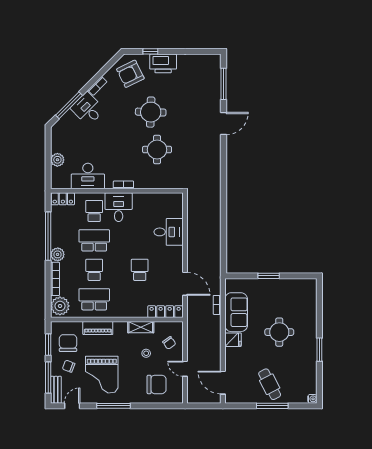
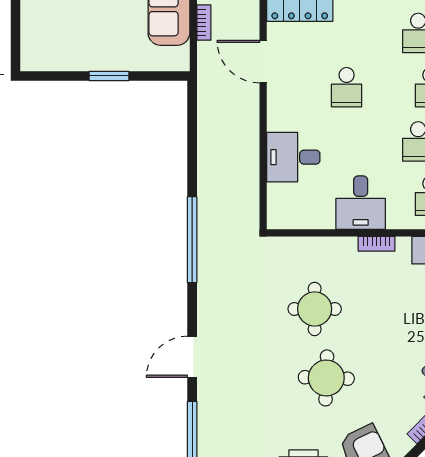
window: (224, 187) -> (192, 240), added
desk: (119, 207) -> (361, 203), moved

